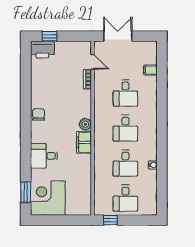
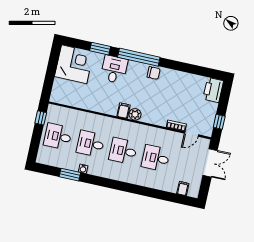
window: (49, 36) -> (219, 122), moved
filing cabinet: (150, 70) -> (183, 188), moved
window: (26, 133) -> (139, 57), added
filing cabinet: (84, 142) -> (123, 111), width x0.50
window: (162, 177) -> (70, 175), added
window: (26, 192) -> (100, 49), moved

